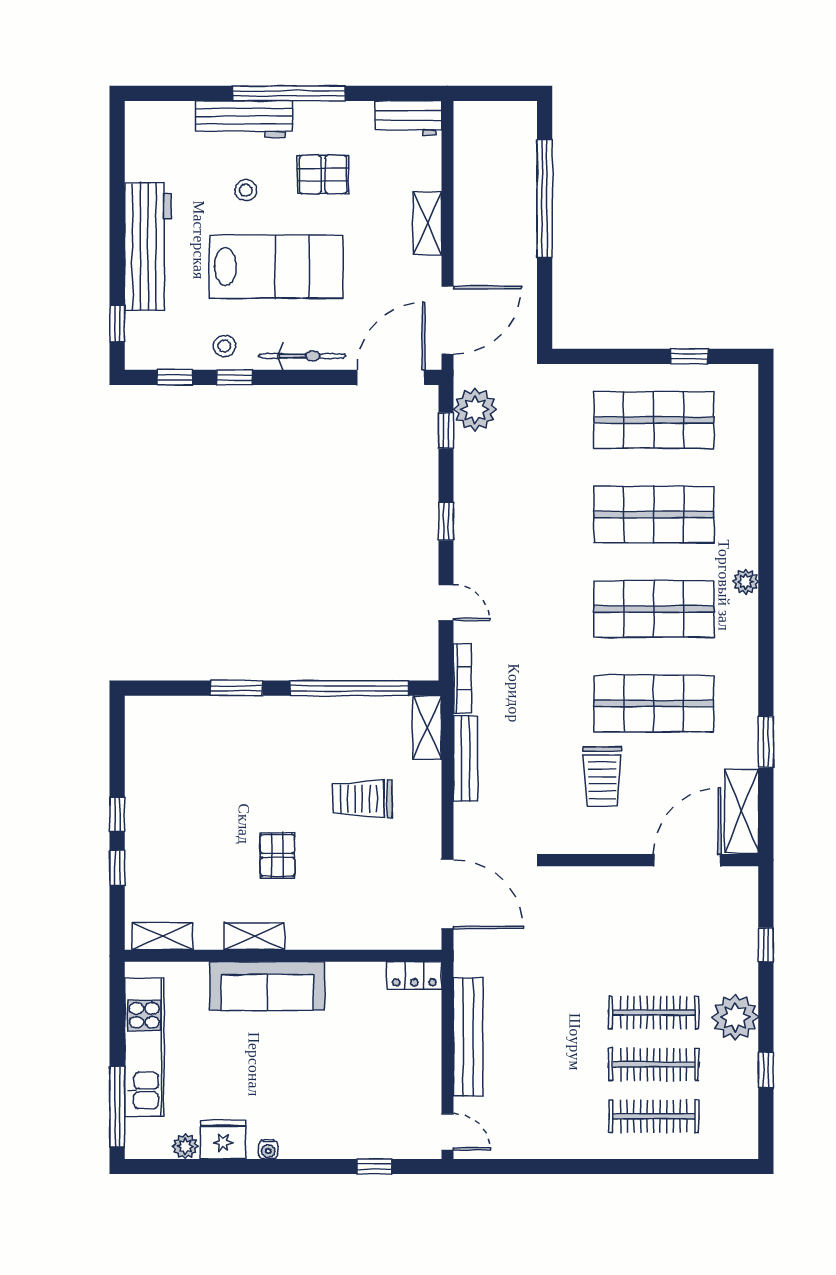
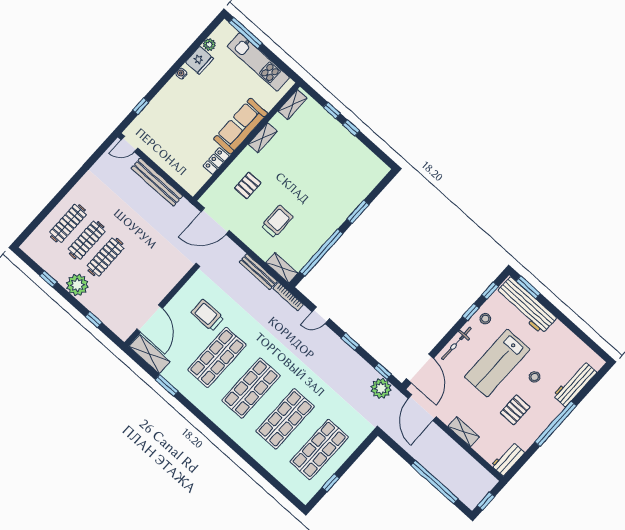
window: (503, 93) -> (486, 501), added
workbench: (244, 119) -> (575, 384), moved
workbench: (148, 247) -> (526, 306), moved
window: (117, 323) -> (528, 287), width x1.50
plant: (746, 582) -> (231, 430), removed
pallet: (277, 855) -> (248, 186), moved, turned 90
locker: (414, 975) -> (216, 161), moved

